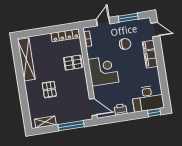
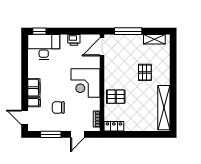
locker: (65, 35) -> (114, 126), width x0.66
door: (93, 107) -> (102, 47), hinge flipped

